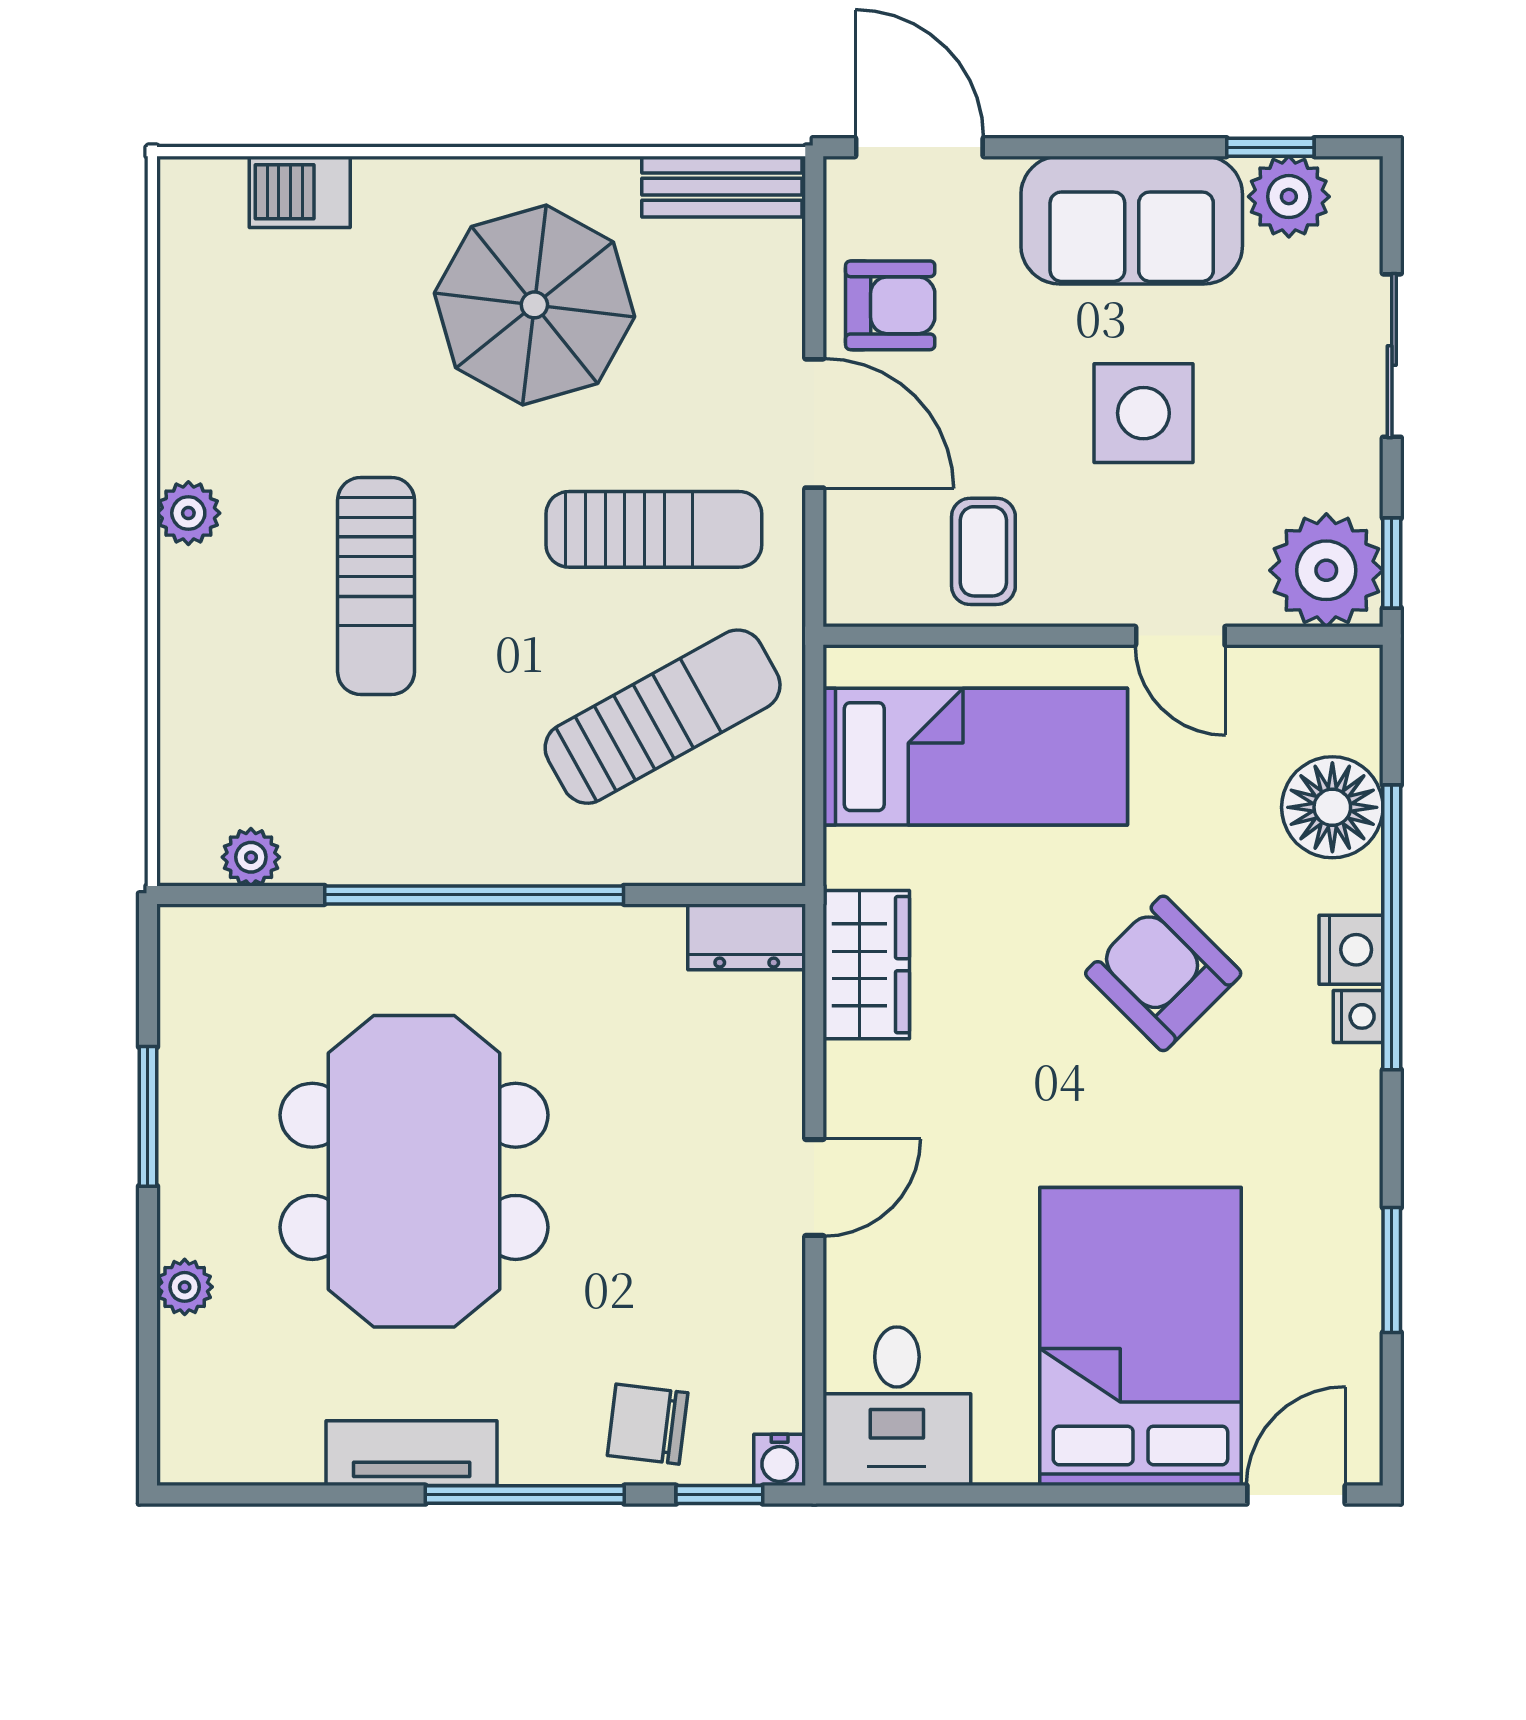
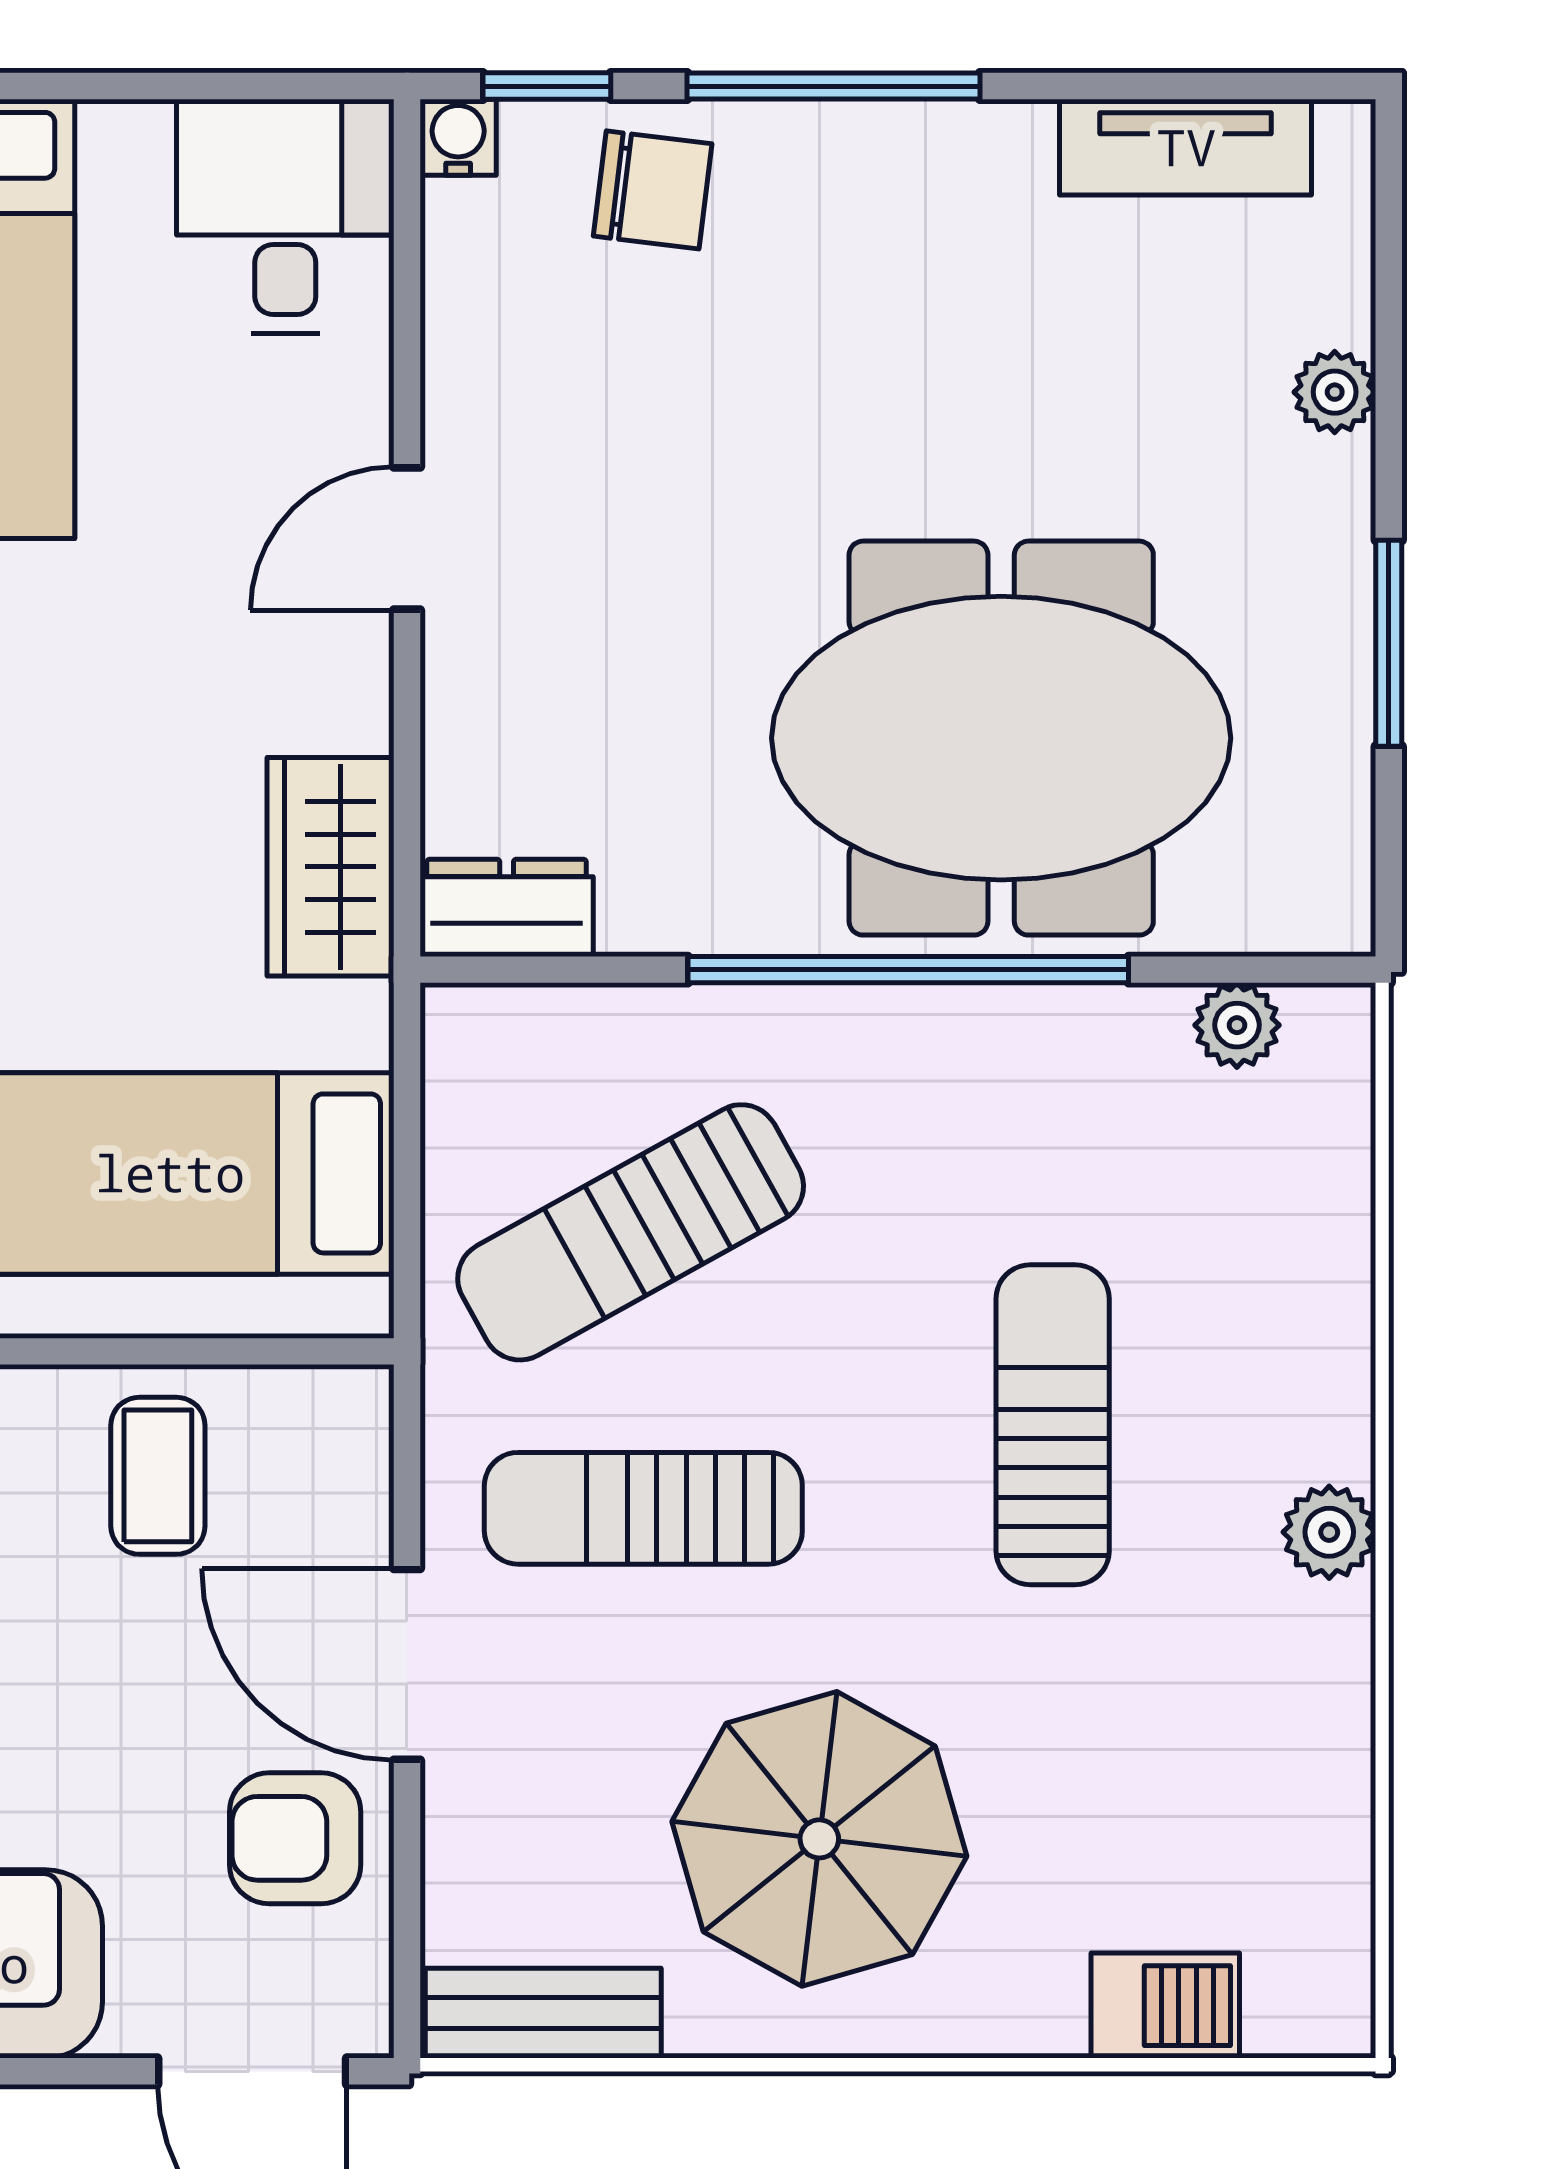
meeting table: (414, 1171) -> (1001, 738), moved, turned 90
tv unit: (412, 1453) -> (1186, 147), moved

